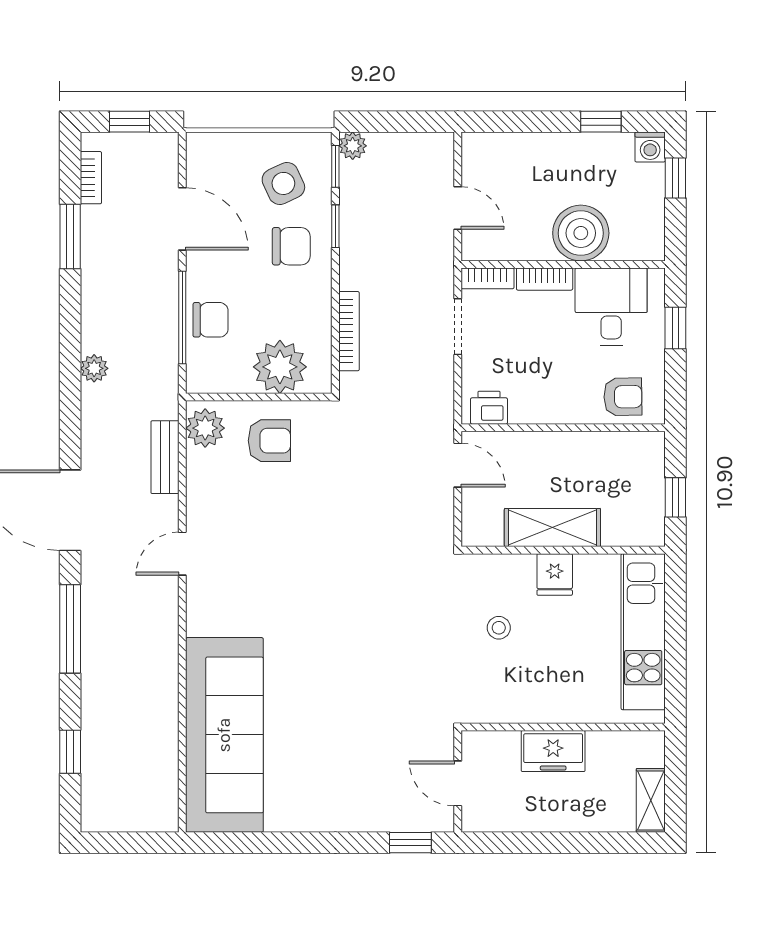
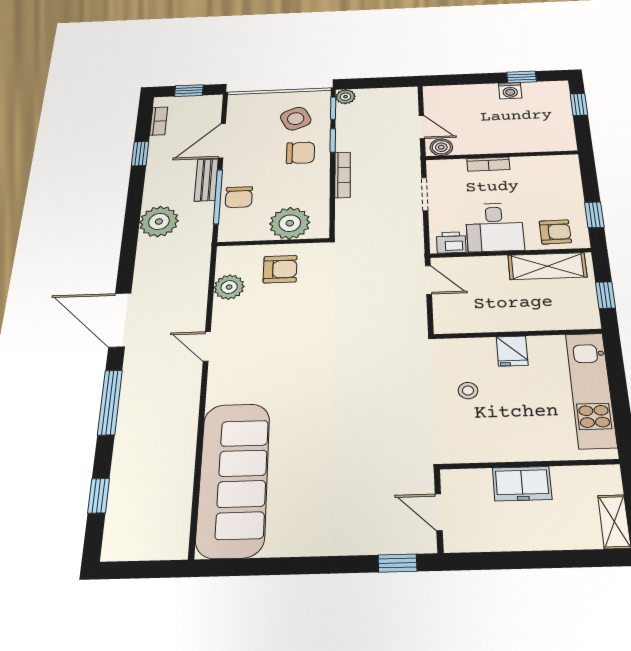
washing machine: (650, 147) -> (510, 91), moved
door: (182, 219) -> (222, 141), swing flipped
boiler: (581, 233) -> (441, 147), moved, width x0.54, depth x0.54
window: (70, 237) -> (140, 154), width x0.67
bookcase: (487, 278) -> (446, 165), removed
desk: (611, 307) -> (495, 227), moved, turned 180
chair: (211, 320) -> (239, 197), turned 90
window: (675, 328) -> (594, 215), moved
bookcase: (349, 331) -> (343, 175), moved
plant: (94, 368) -> (159, 221), width x1.87, depth x1.87
plant: (205, 428) -> (229, 287), moved
bench: (165, 457) -> (206, 180), moved
shelving: (552, 528) -> (547, 266), moved
door: (182, 554) -> (207, 346), hinge flipped

